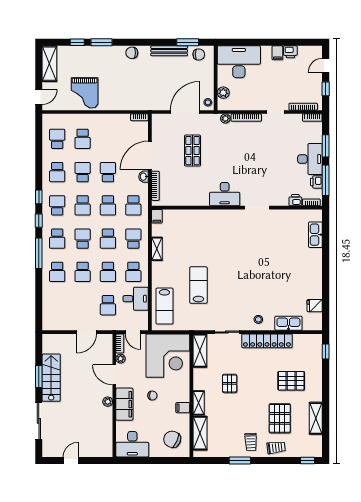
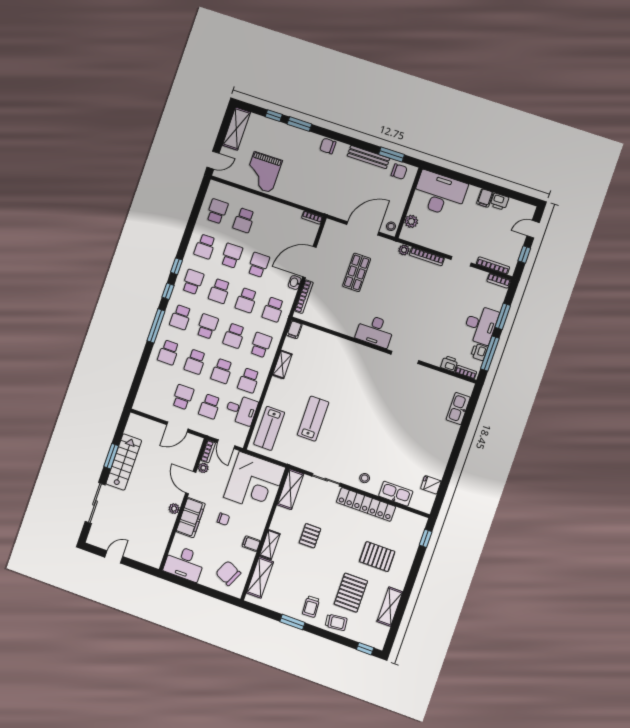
school desk: (83, 305) -> (183, 397), added

